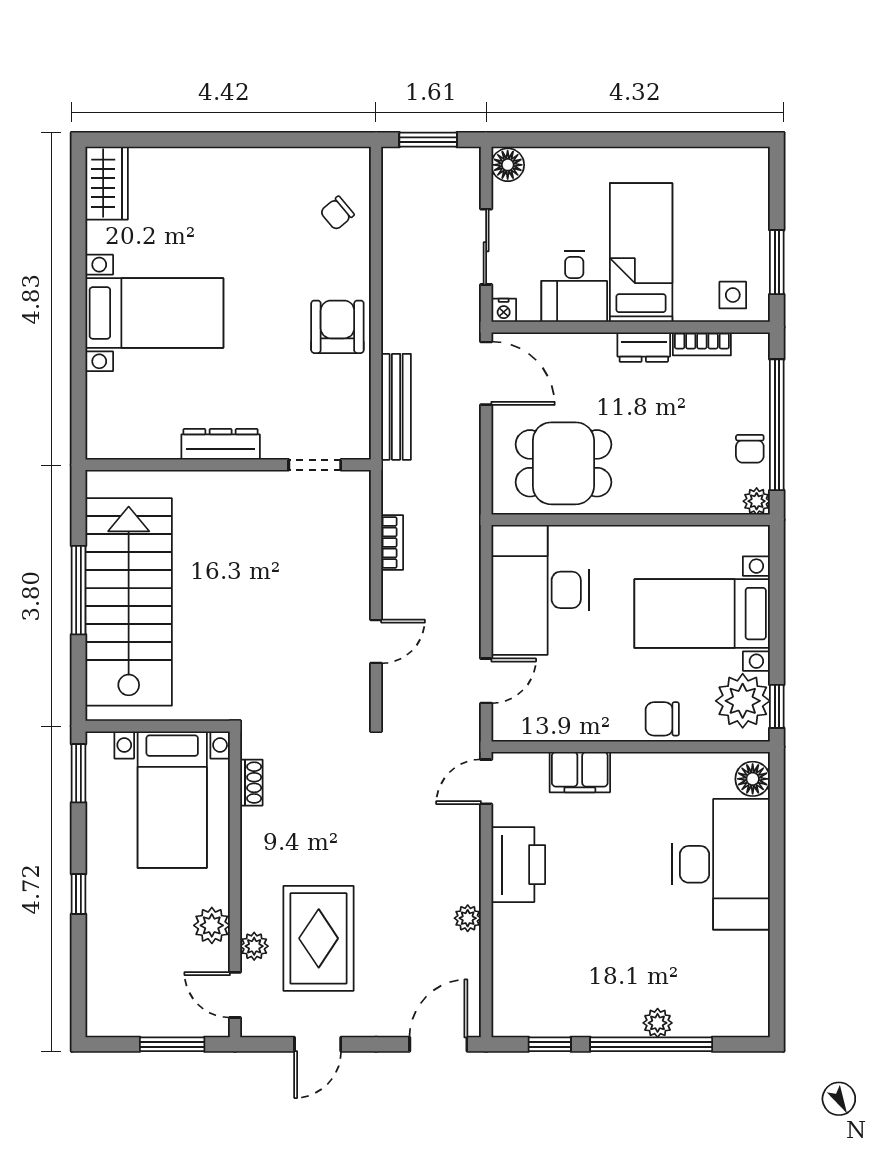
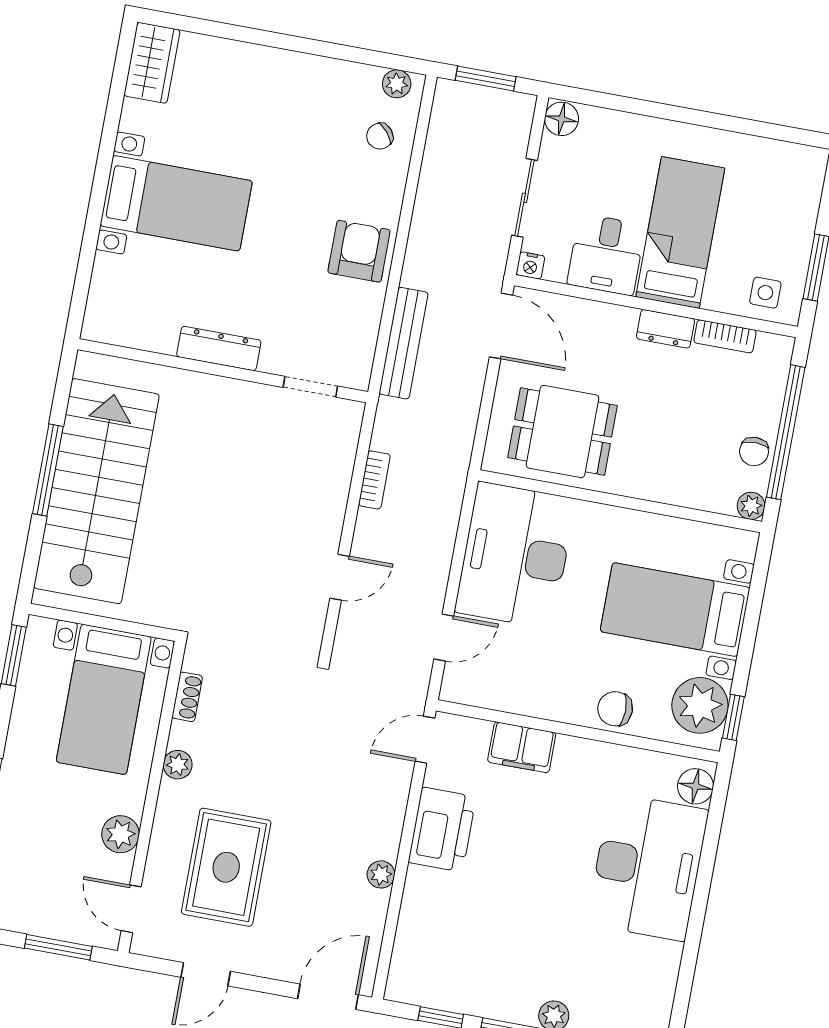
plant: (344, 160) -> (397, 84), added
plant: (254, 946) -> (178, 765), moved

